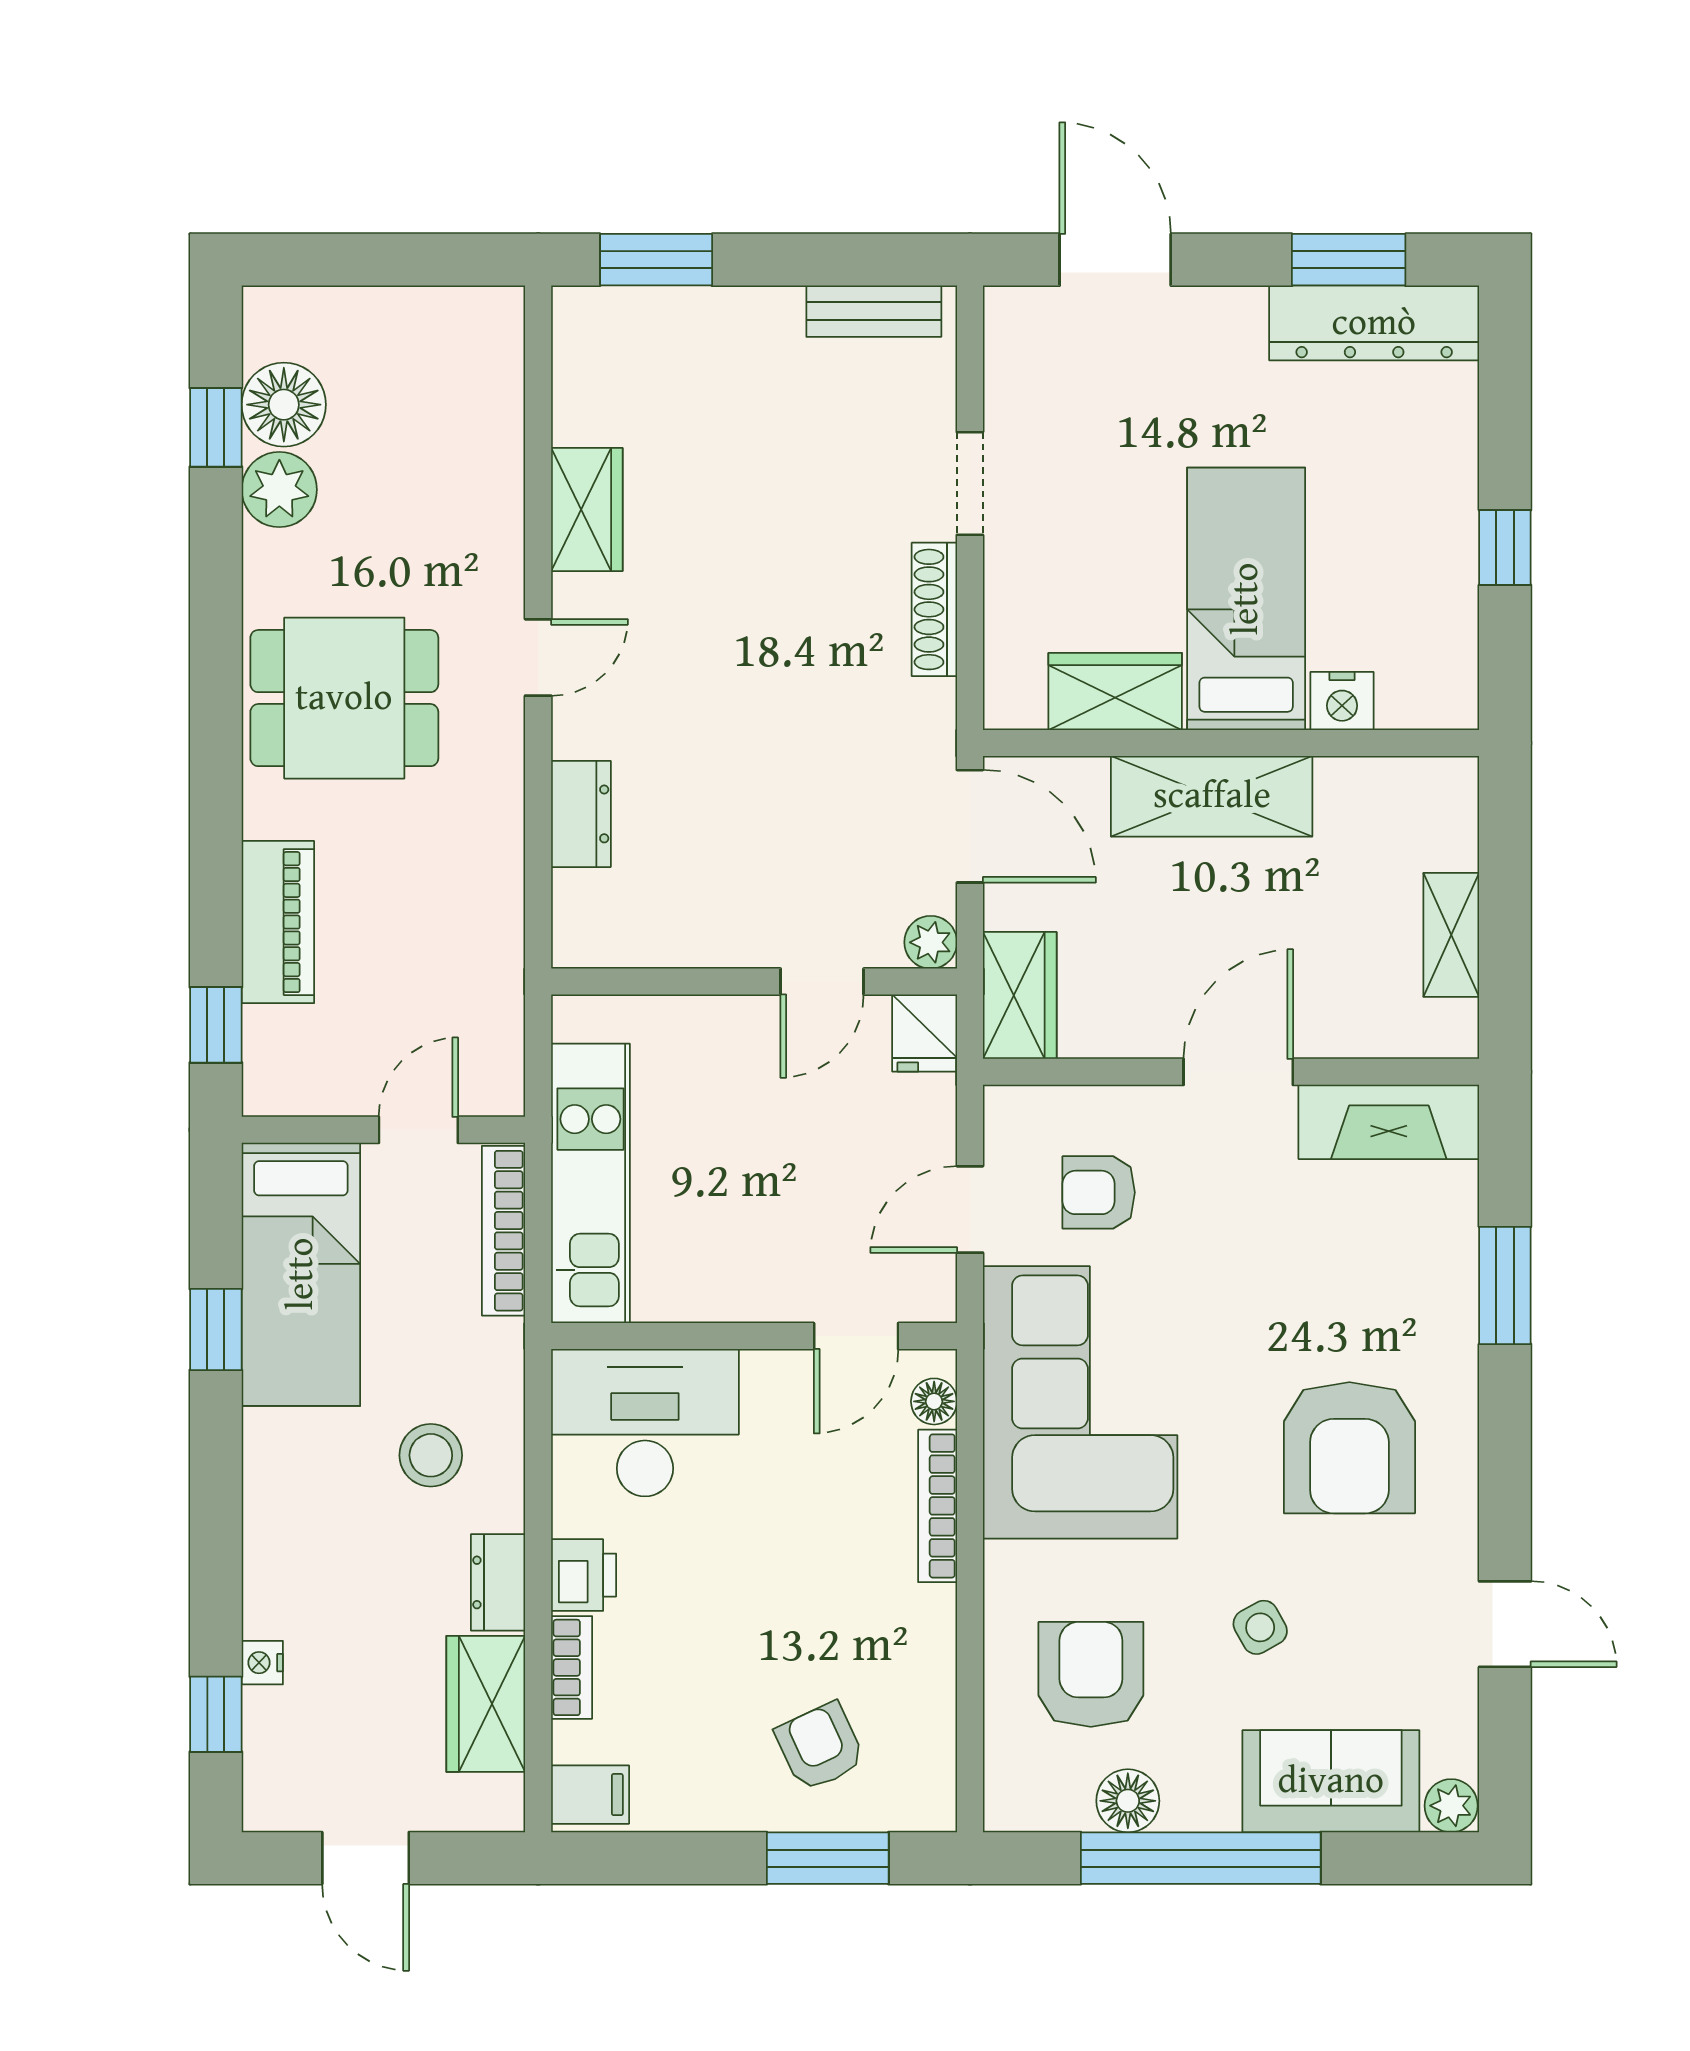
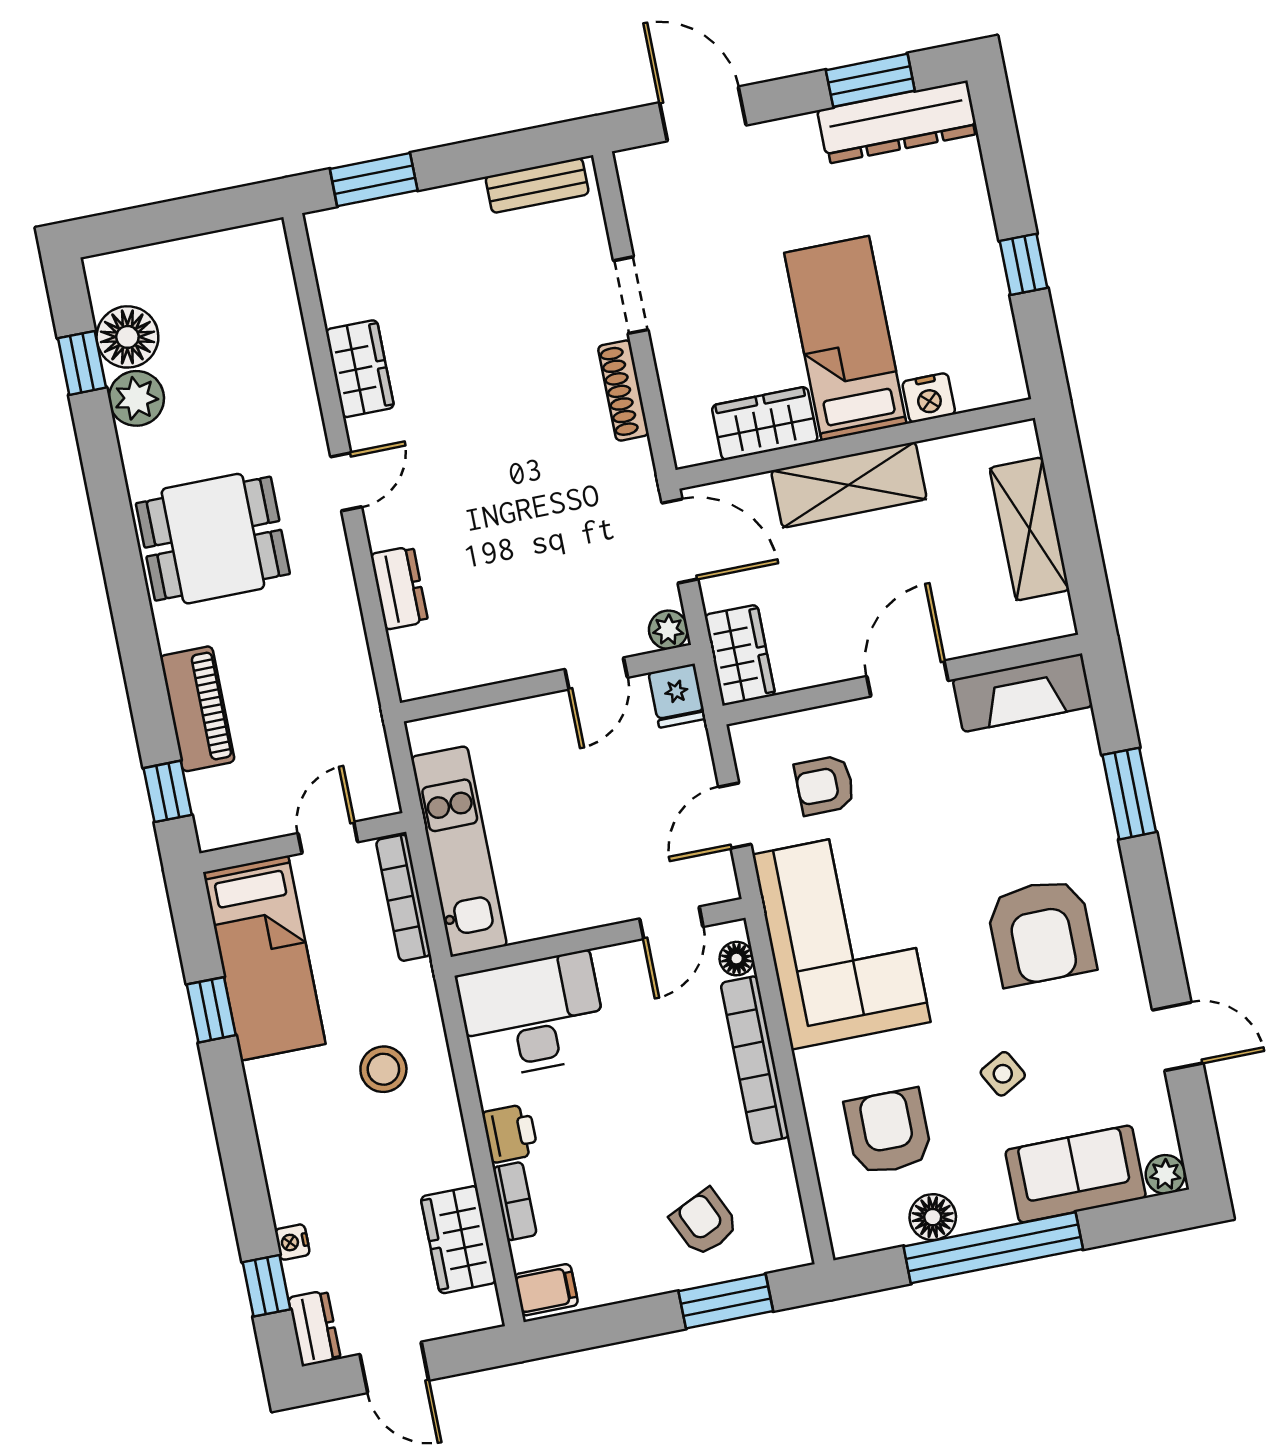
shelving: (1451, 935) -> (1029, 529), width x1.50, depth x1.33
bookcase: (938, 1506) -> (755, 1060), width x1.48, depth x1.31
dresser: (498, 1582) -> (314, 1328), moved, turned 180

